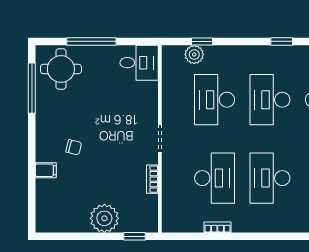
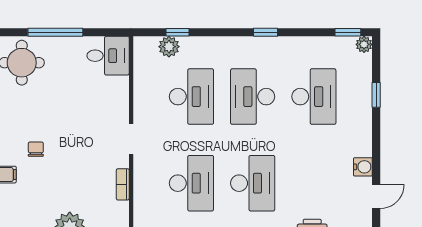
desk: (215, 100) -> (191, 97), turned 180
chair: (74, 147) -> (36, 149), turned -104
desk: (270, 178) -> (253, 183), turned 180

